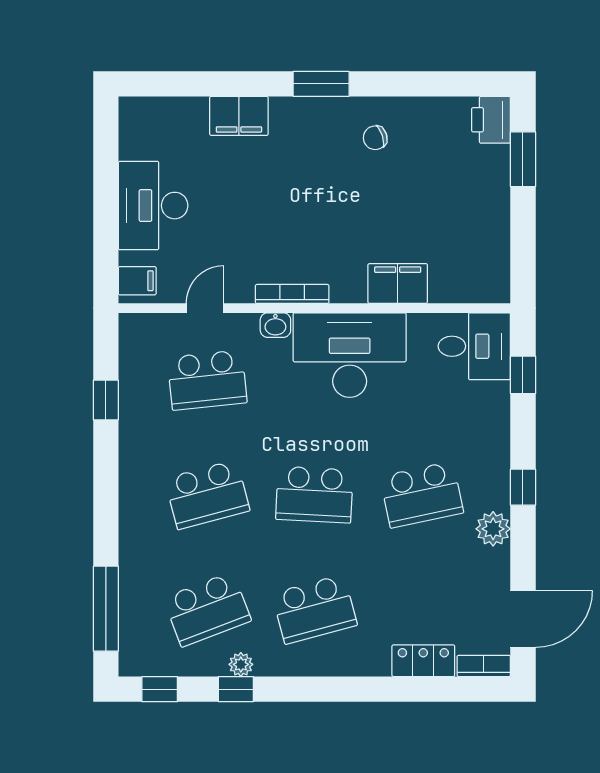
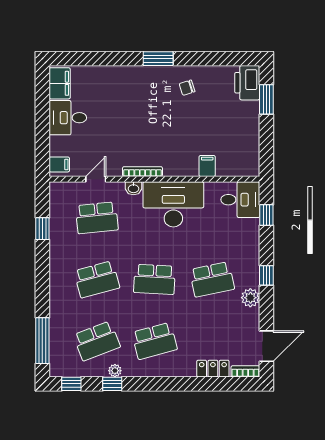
filing cabinet: (239, 116) -> (60, 83), moved, turned -90
printer: (491, 120) -> (247, 83), width x1.37, depth x1.19
desk: (153, 206) -> (68, 118), width x0.73
filing cabinet: (398, 284) -> (207, 166), width x0.50

